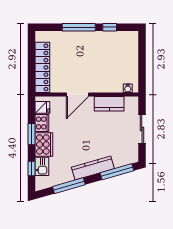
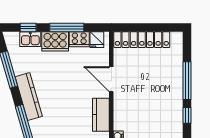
window: (32, 134) -> (67, 28), width x1.44

